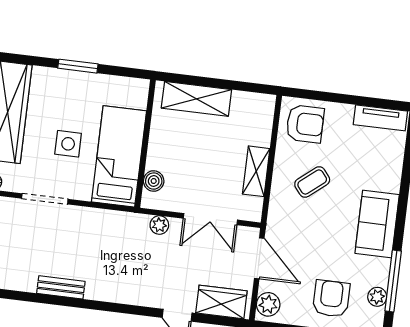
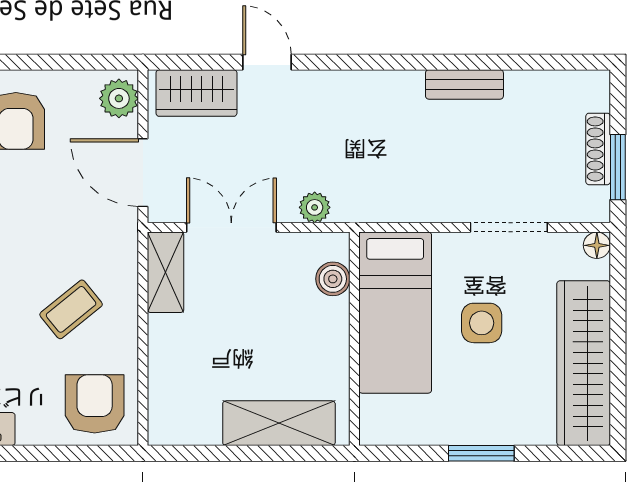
armchair: (305, 124) -> (95, 404), turned 90
shelving: (256, 171) -> (166, 272), moved

